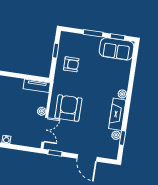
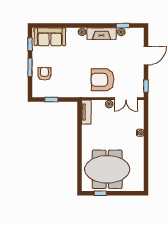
sofa: (117, 49) -> (50, 37), moved, turned 90
armchair: (71, 64) -> (44, 74), moved
double door: (45, 130) -> (126, 99), swing flipped

